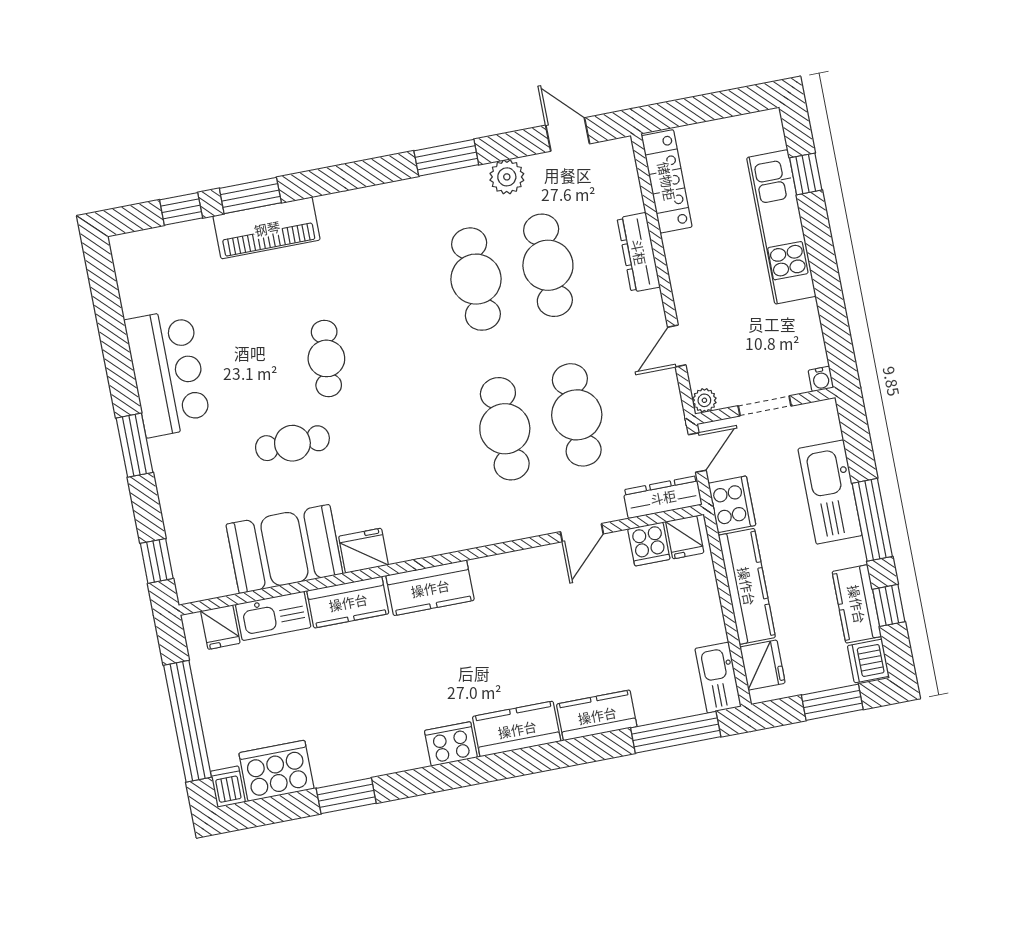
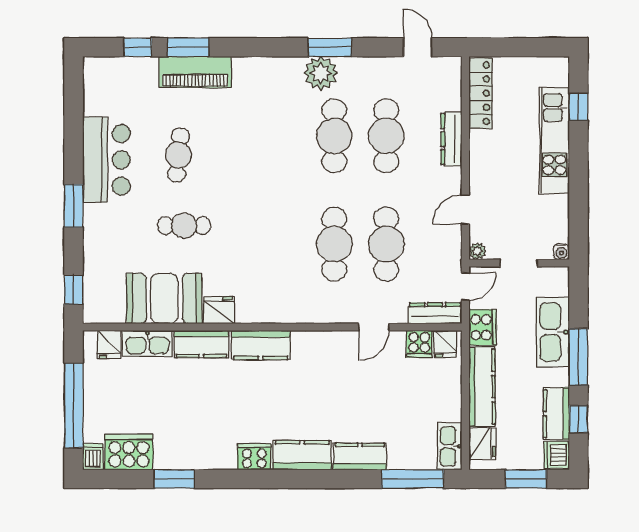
plant: (507, 177) -> (321, 73), moved, width x1.36, depth x1.36
cafe table: (326, 358) -> (178, 155), moved

